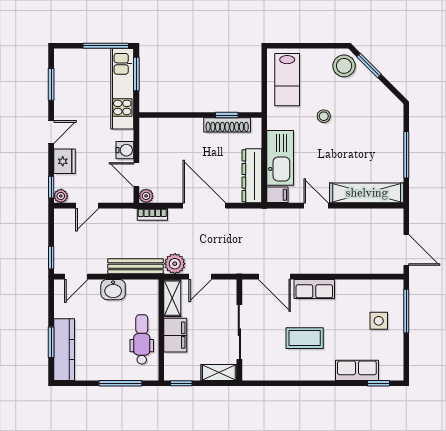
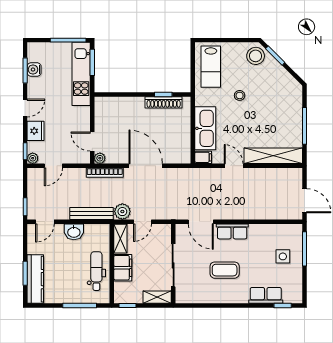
water cooler: (125, 150) -> (34, 70), moved, turned 180
dresser: (252, 176) -> (183, 142), removed
bookcase: (152, 214) -> (105, 173), width x1.56

